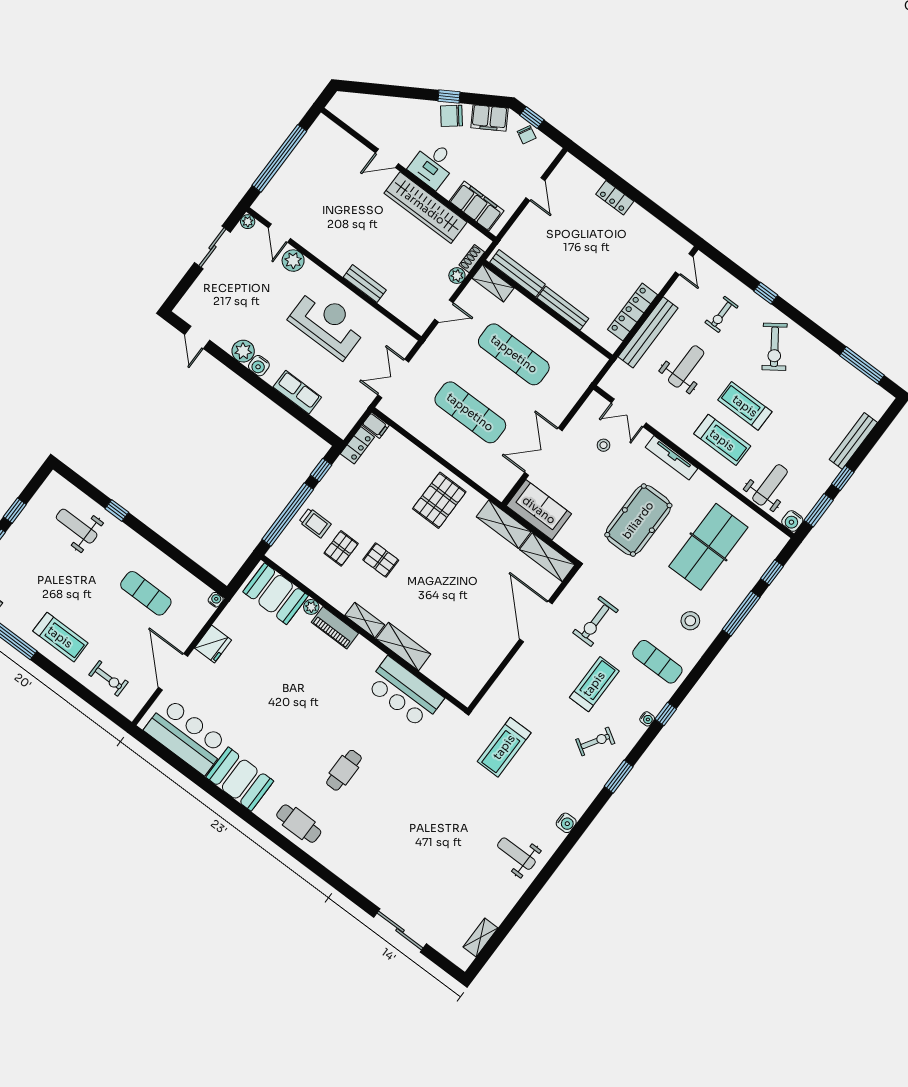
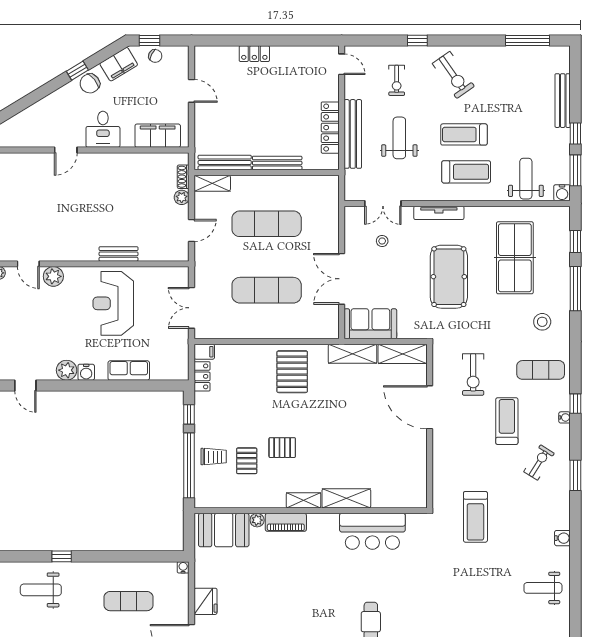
wardrobe: (425, 208) -> (121, 165), removed
reception desk: (328, 323) -> (113, 303), turned -90

